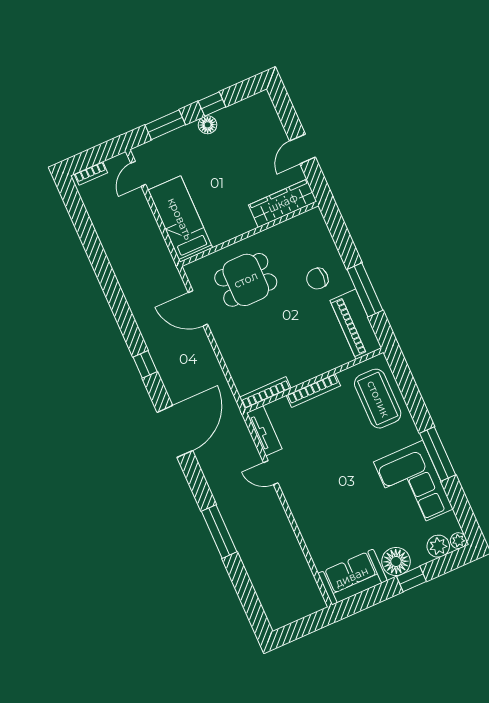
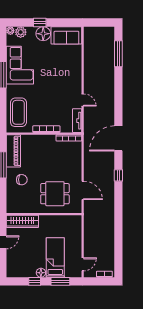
bed: (180, 219) -> (55, 257), moved, turned 180
window: (219, 532) -> (118, 54), moved

